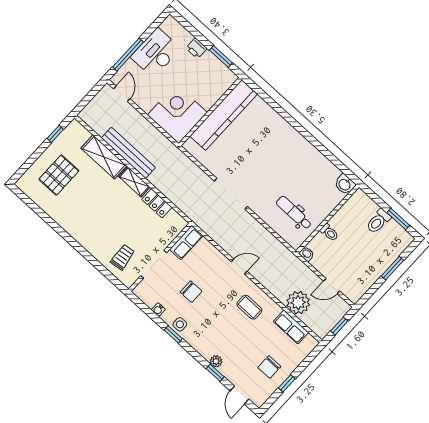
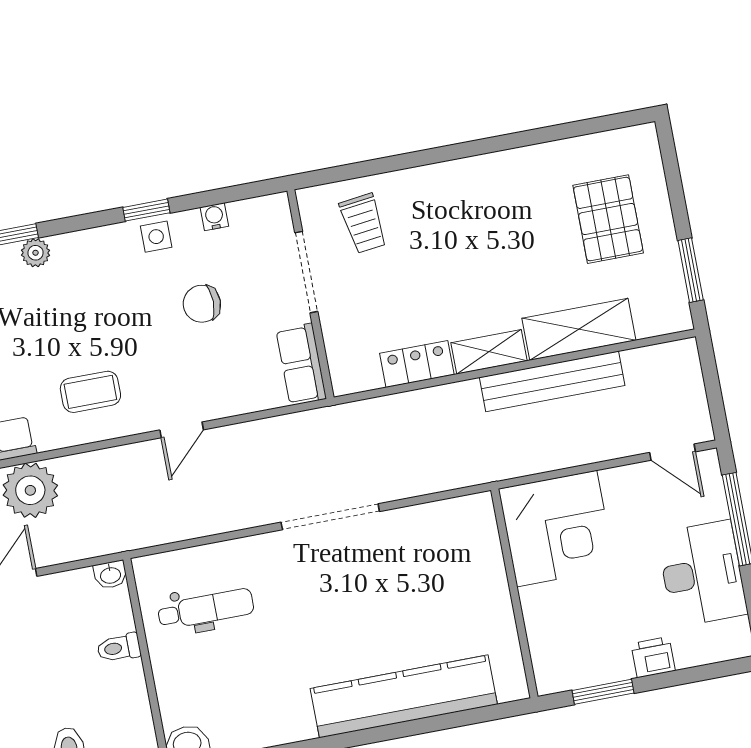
kitchen counter: (224, 115) -> (404, 696), moved, turned 90
window: (55, 134) -> (691, 270), width x1.50

